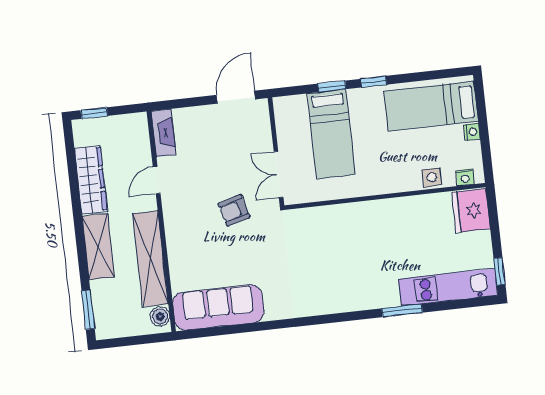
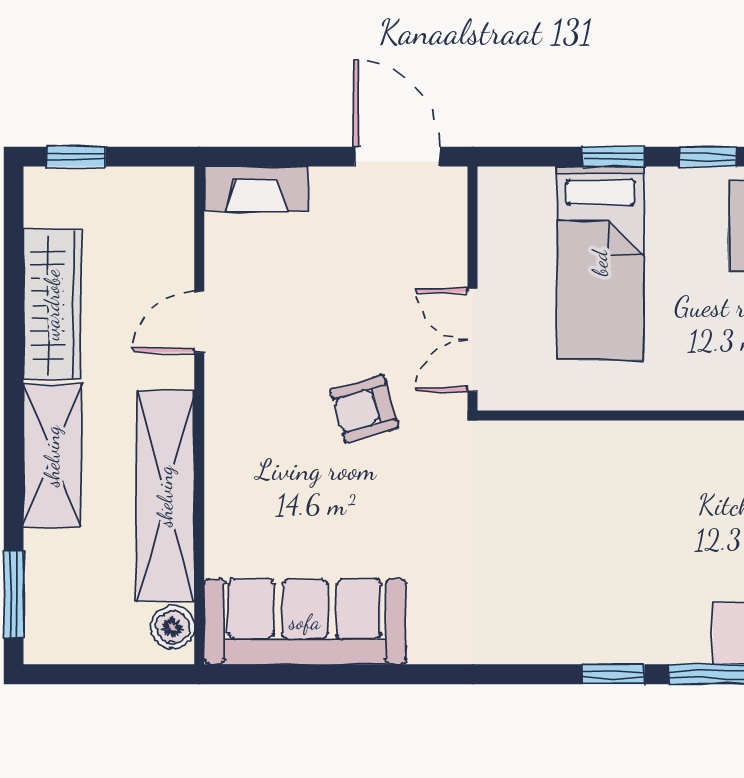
door: (236, 97) -> (397, 157), hinge flipped
fireplace: (164, 133) -> (256, 189), moved, turned 90
window: (357, 315) -> (613, 674), added

